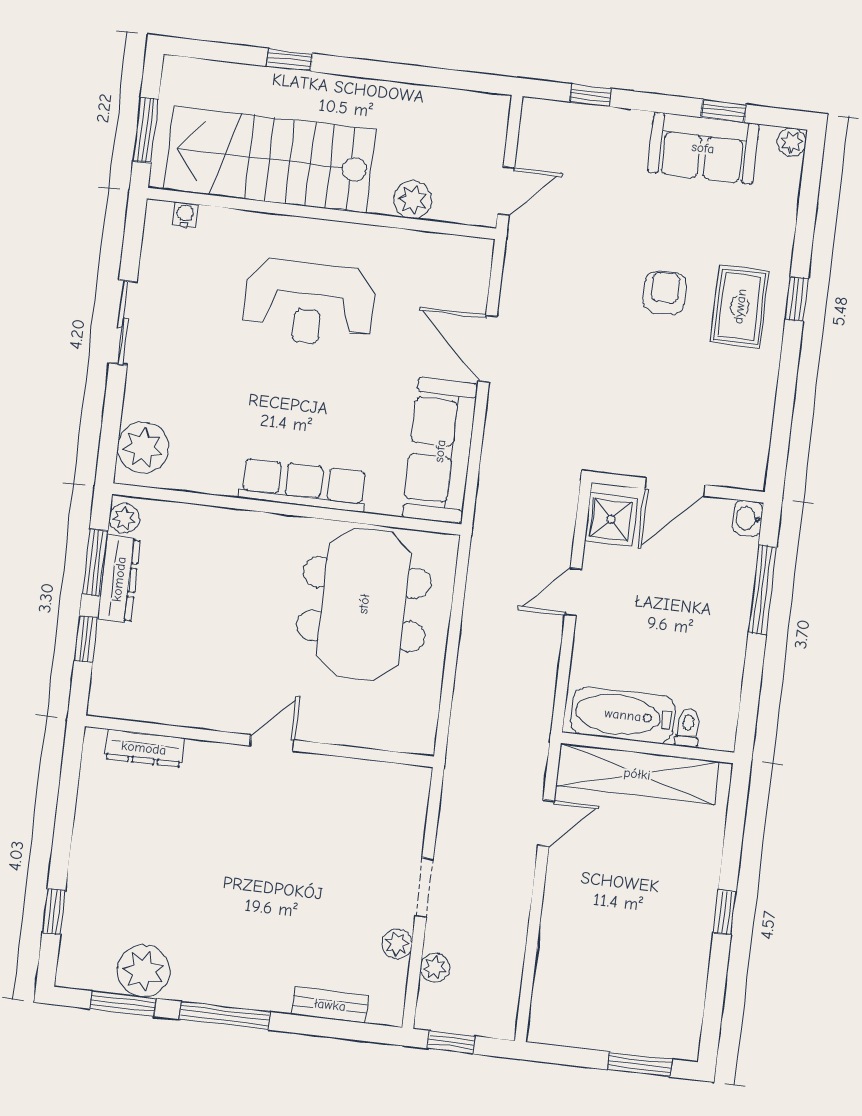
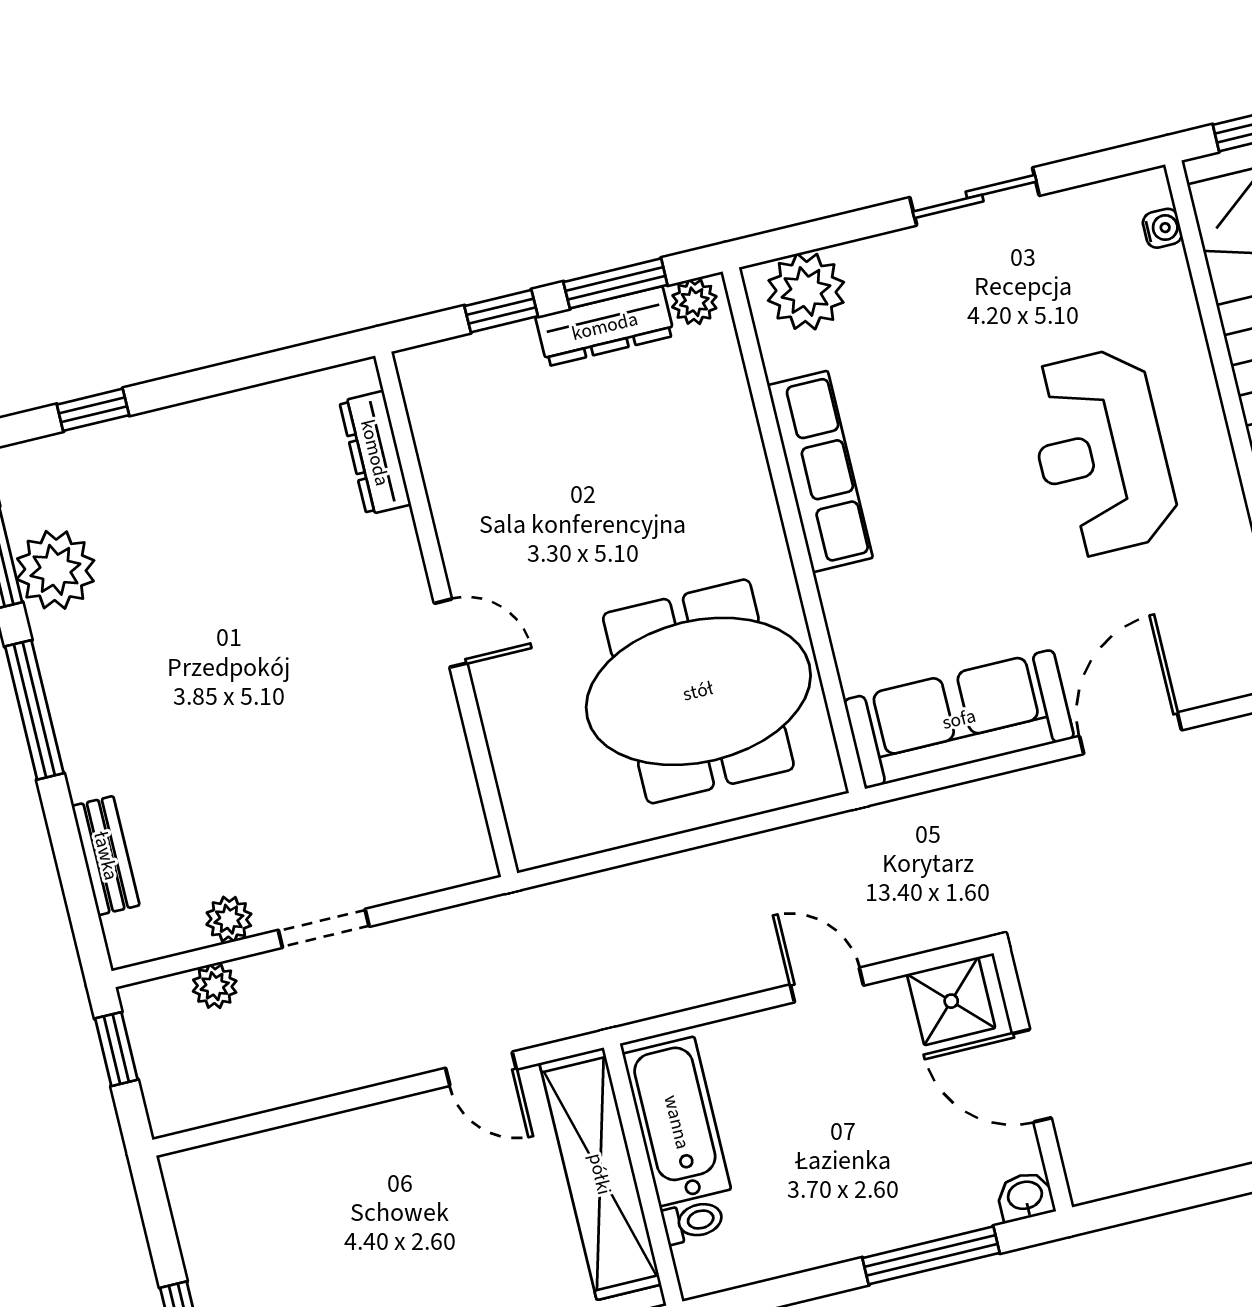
row of seats: (303, 485) -> (820, 472), moved

